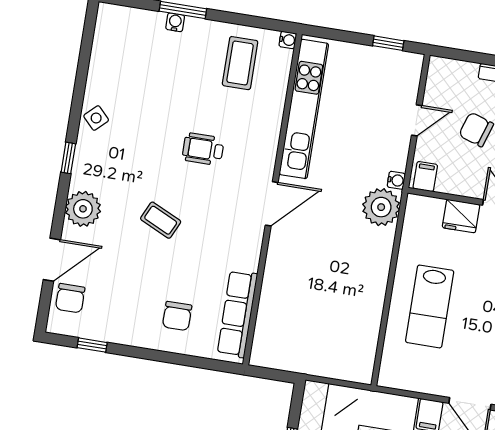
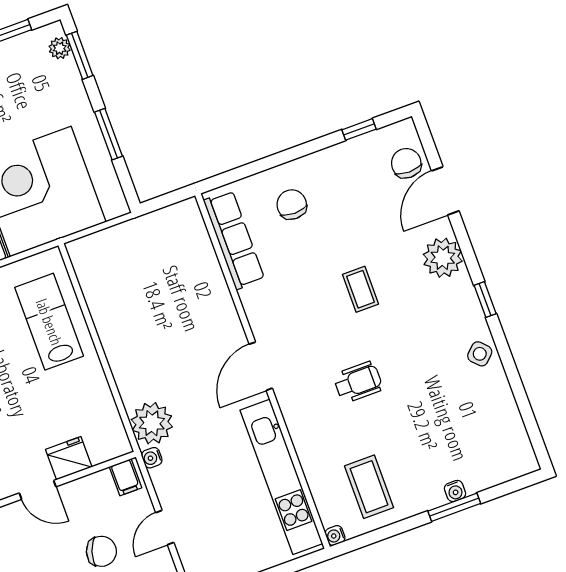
coffee table: (161, 220) -> (360, 289), turned 65
lab bench: (430, 306) -> (49, 322), moved

